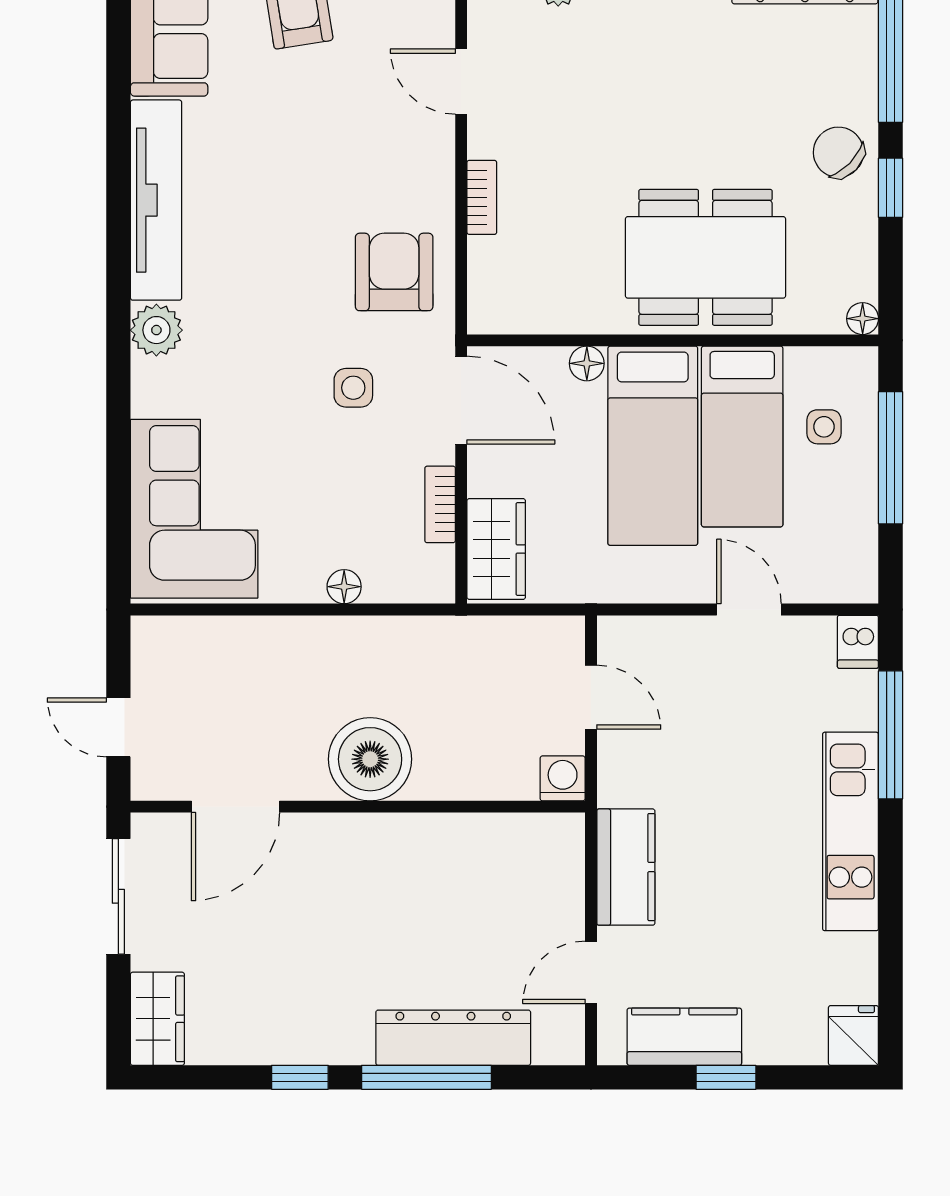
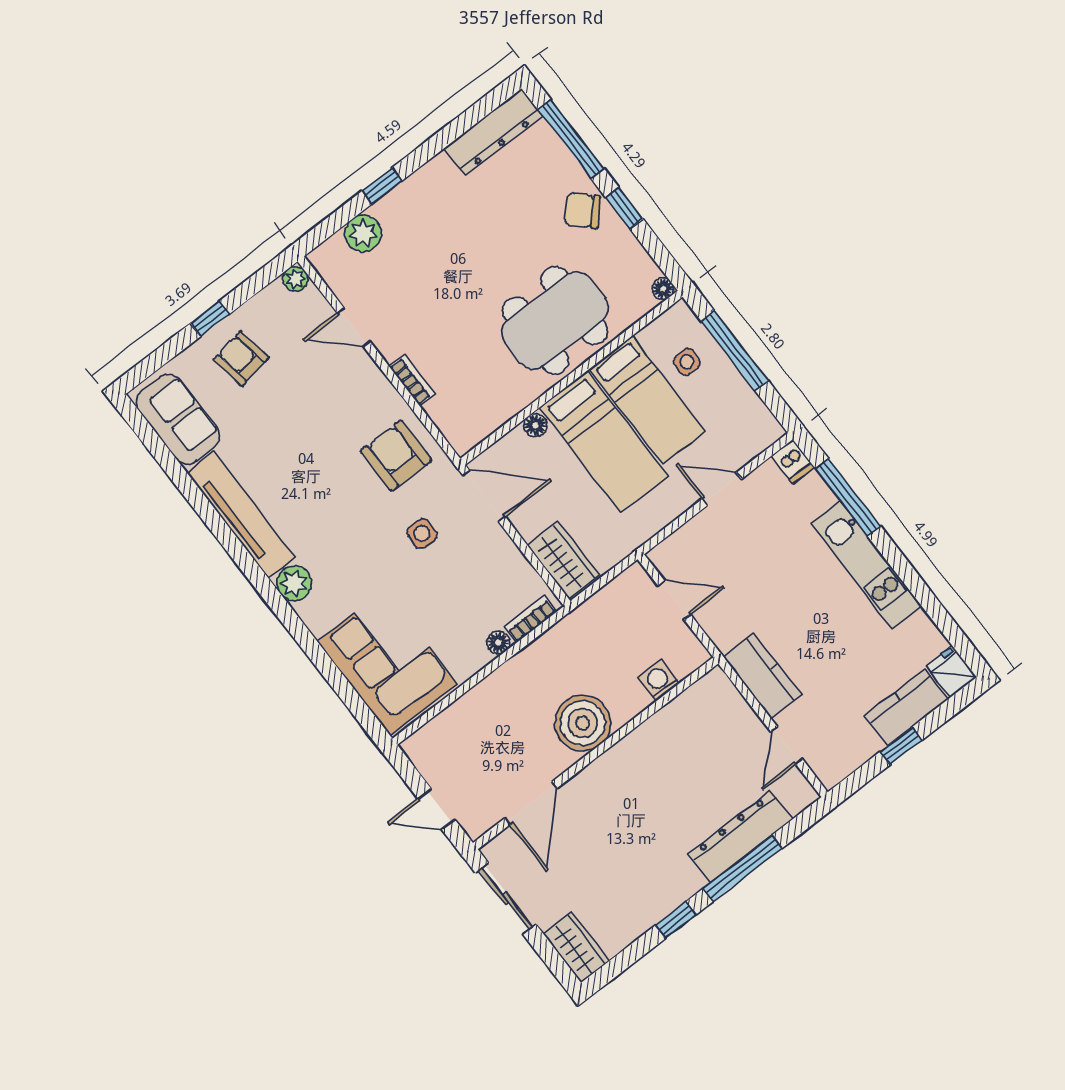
bookcase: (440, 504) -> (530, 619), moved, turned 90
washing machine: (563, 778) -> (659, 680), moved
kitchen counter: (684, 1037) -> (906, 707), moved

